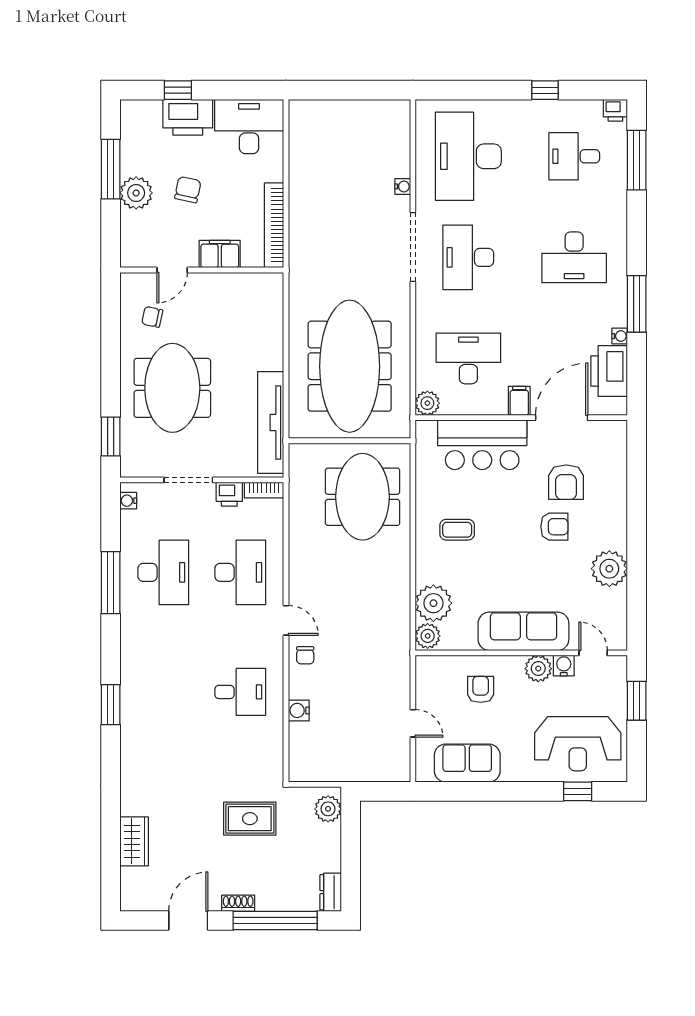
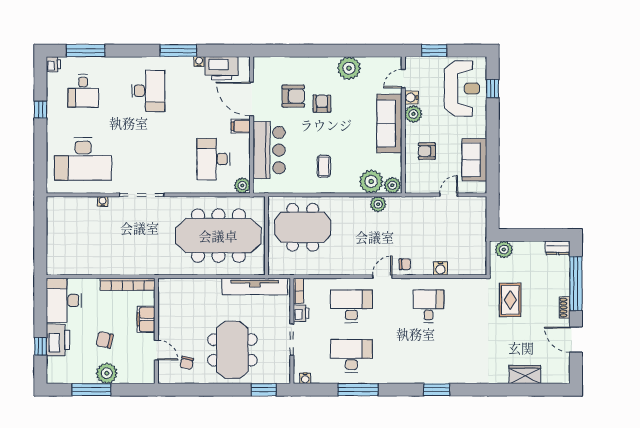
desk: (468, 257) -> (148, 159), removed
meeting table: (172, 388) -> (232, 350), turned 90
plant: (398, 614) -> (378, 204), added

